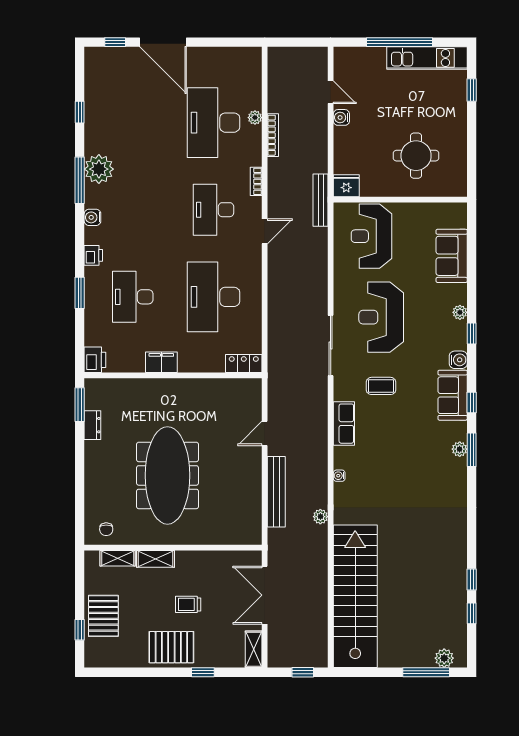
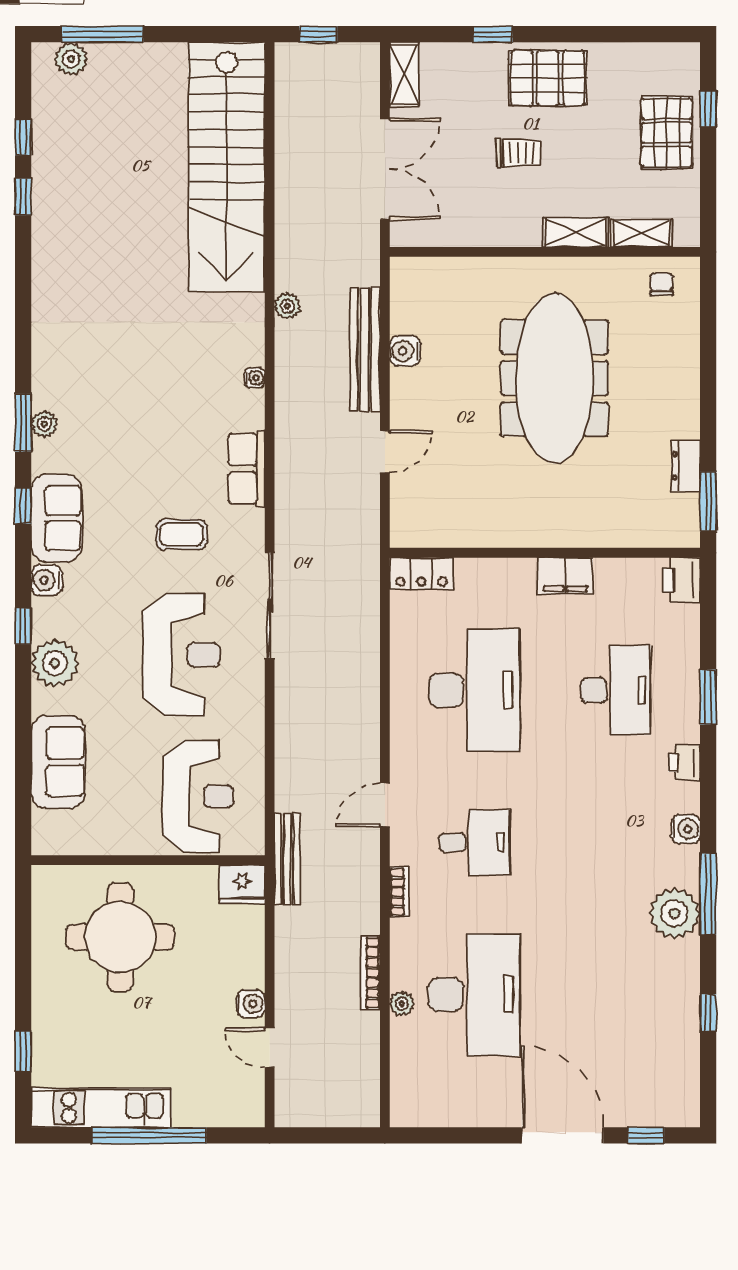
round table: (416, 156) -> (120, 937), width x1.36, depth x1.36
desk: (213, 210) -> (474, 842), width x0.73
plant: (460, 312) -> (55, 663), width x1.87, depth x1.87
water cooler: (253, 491) -> (405, 351), added

